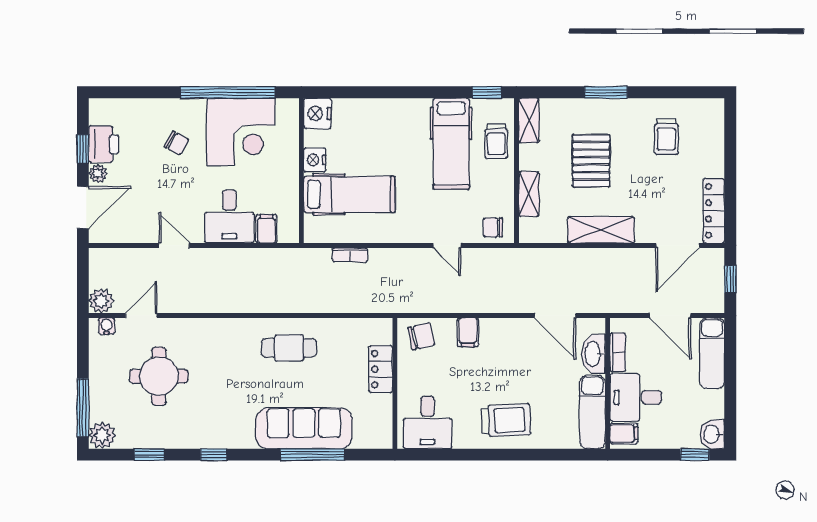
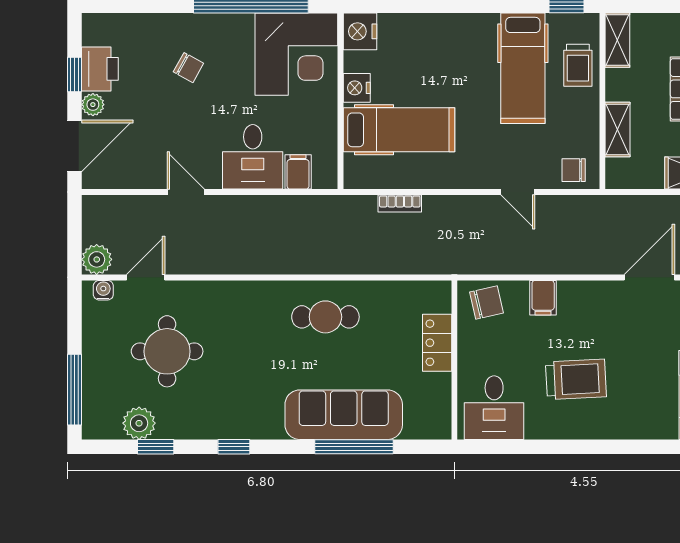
corner desk: (241, 132) -> (296, 54), moved
door: (555, 316) -> (649, 277), swing flipped
trolley: (506, 420) -> (576, 379), moved
plant: (102, 435) -> (139, 423), moved

